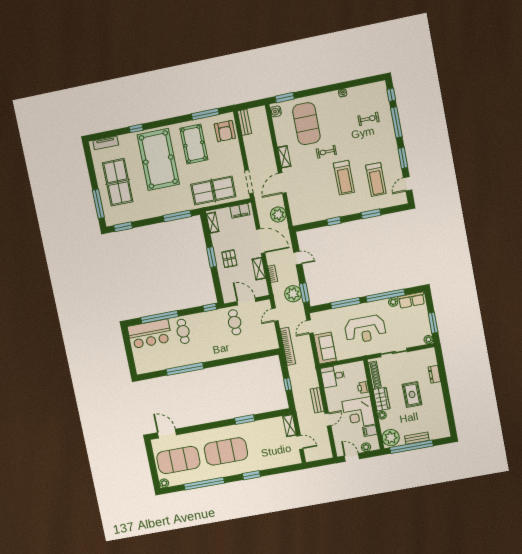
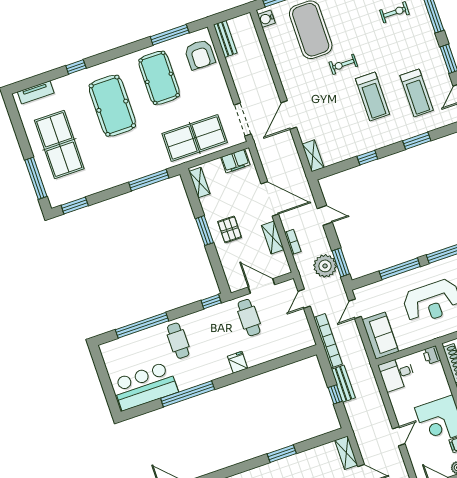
shelving: (284, 157) -> (313, 156), moved
pool table: (158, 160) -> (112, 106), width x0.73, depth x0.76
plant: (278, 214) -> (289, 159), removed
bar counter: (150, 334) -> (145, 386), moved, turned 180
fridge: (222, 352) -> (238, 362), added
printer: (363, 388) -> (432, 355), moved
bench: (317, 400) -> (343, 384), moved

